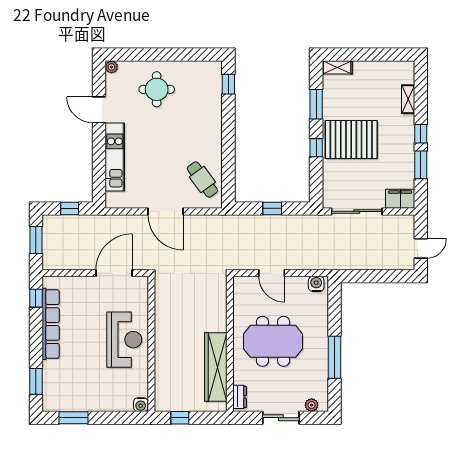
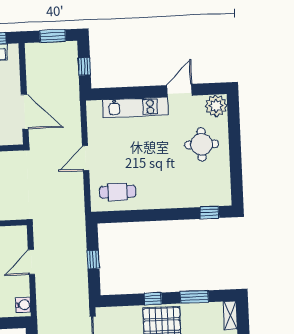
plant: (111, 67) -> (216, 106), width x1.88, depth x1.88
cafe table: (202, 179) -> (118, 192), turned 36
door: (165, 211) -> (86, 158), width x0.73

